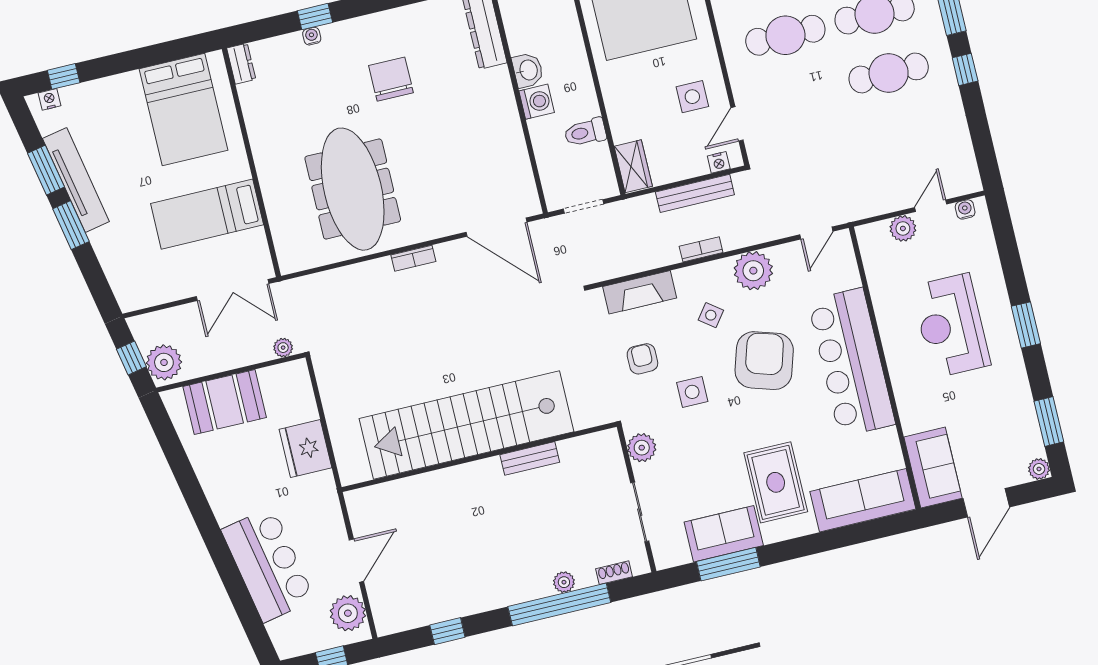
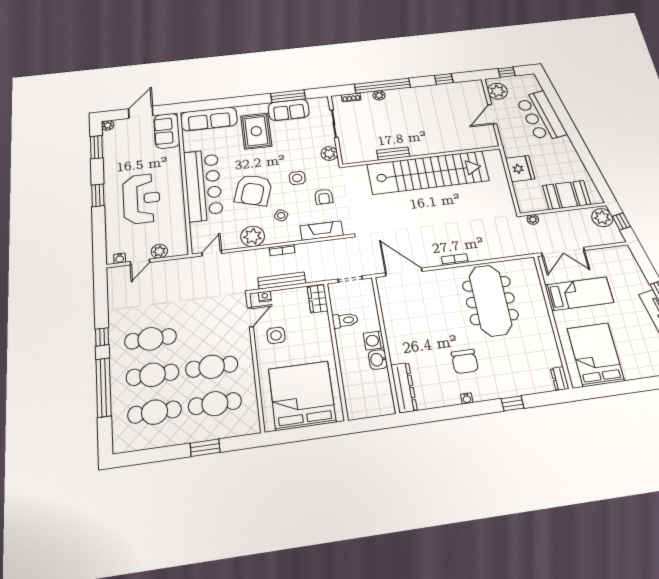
water cooler: (312, 36) -> (467, 398), moved
double door: (233, 290) -> (563, 252), swing flipped

